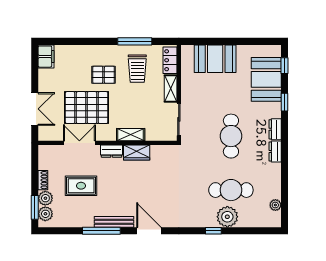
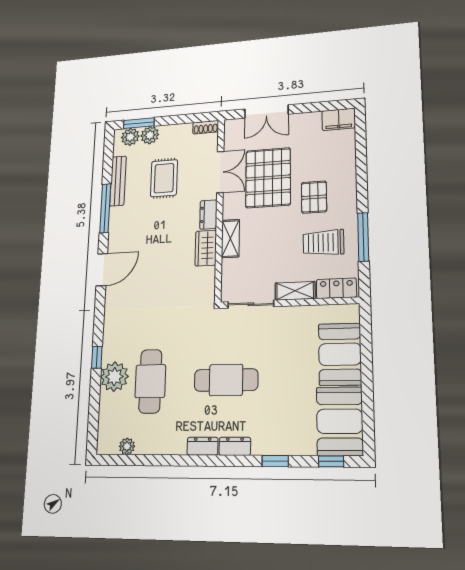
booth: (266, 79) -> (340, 421), moved, turned 90
shoe rack: (43, 180) -> (206, 127), moved
bench: (114, 222) -> (118, 181), moved

